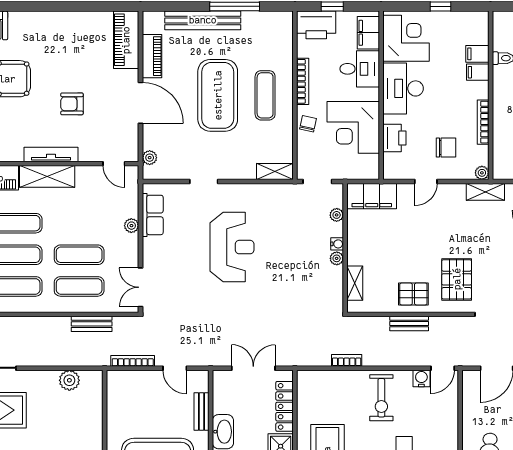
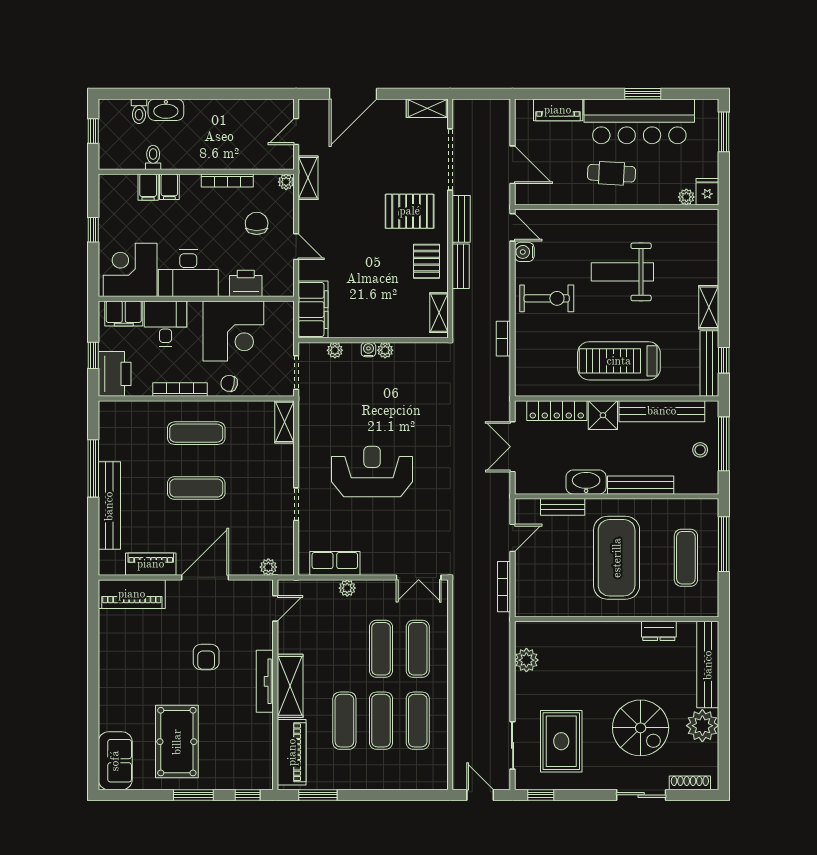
exercise mat: (218, 95) -> (196, 488), width x0.50, depth x0.69
shelving: (355, 283) -> (439, 313), moved, turned 90
bench: (92, 324) -> (461, 219), moved

